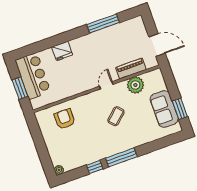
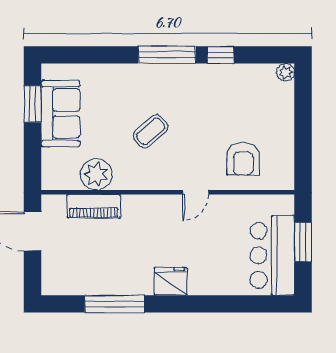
fridge: (62, 51) -> (171, 281), moved
door: (106, 85) -> (196, 192), moved

